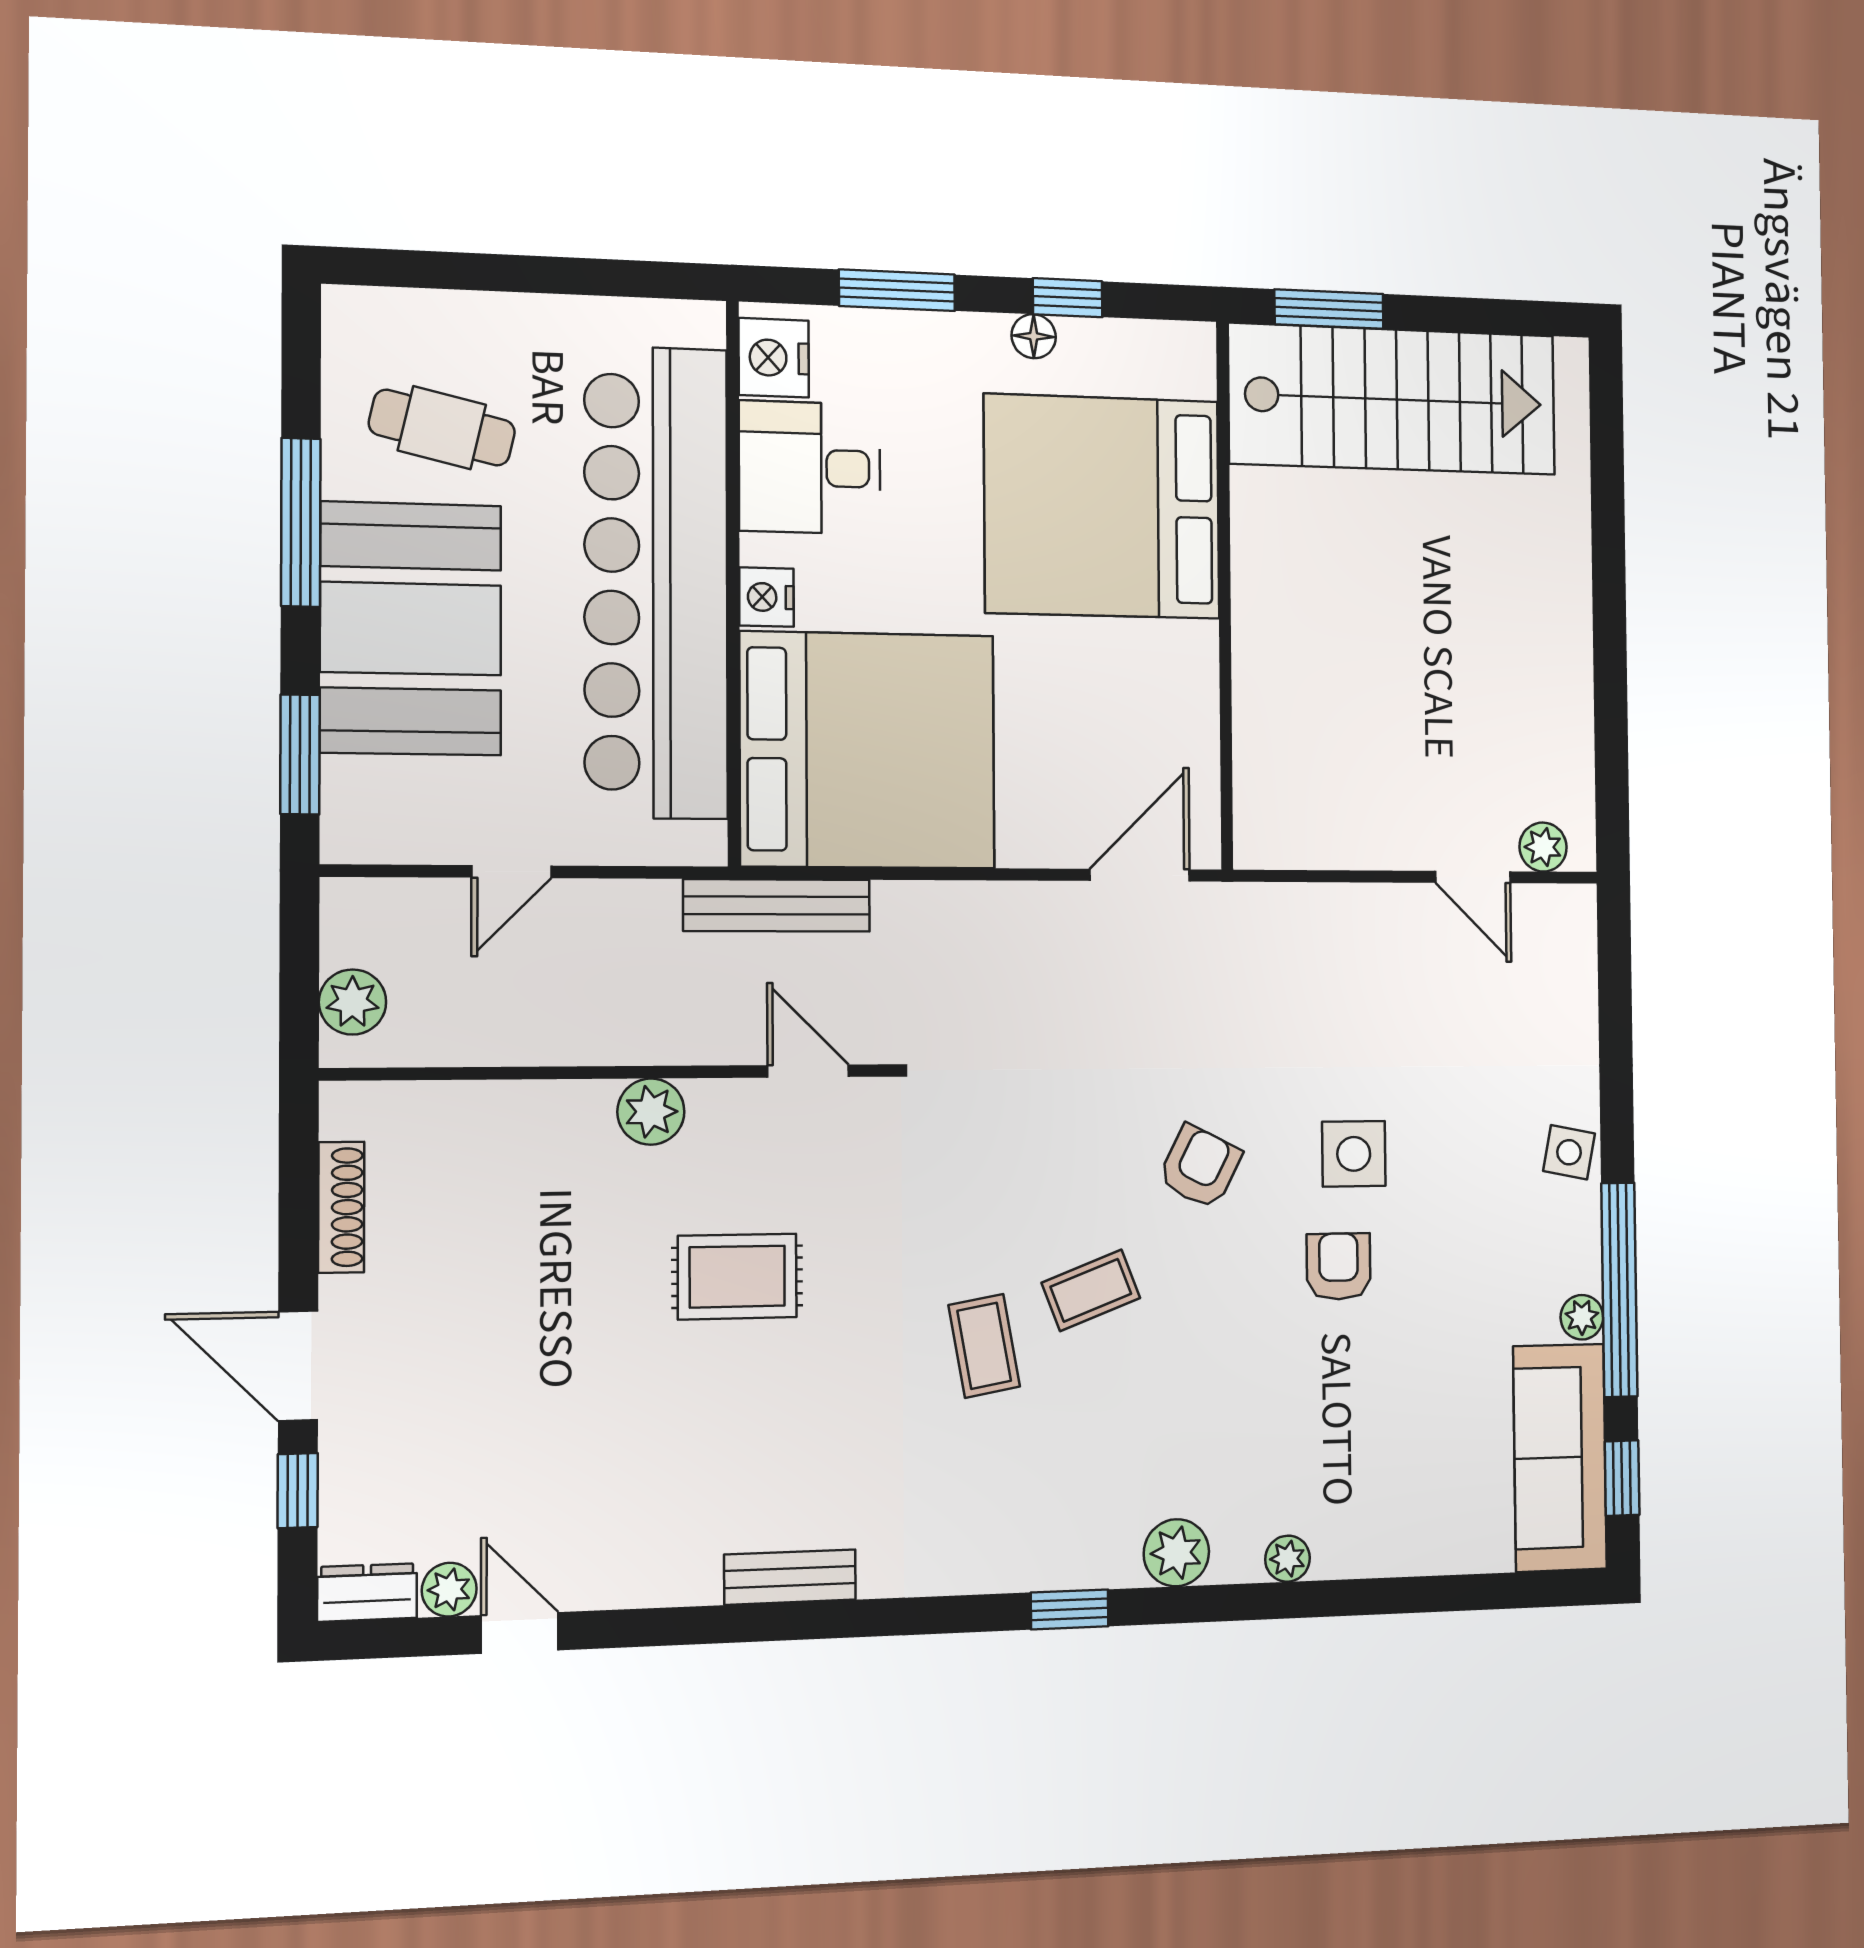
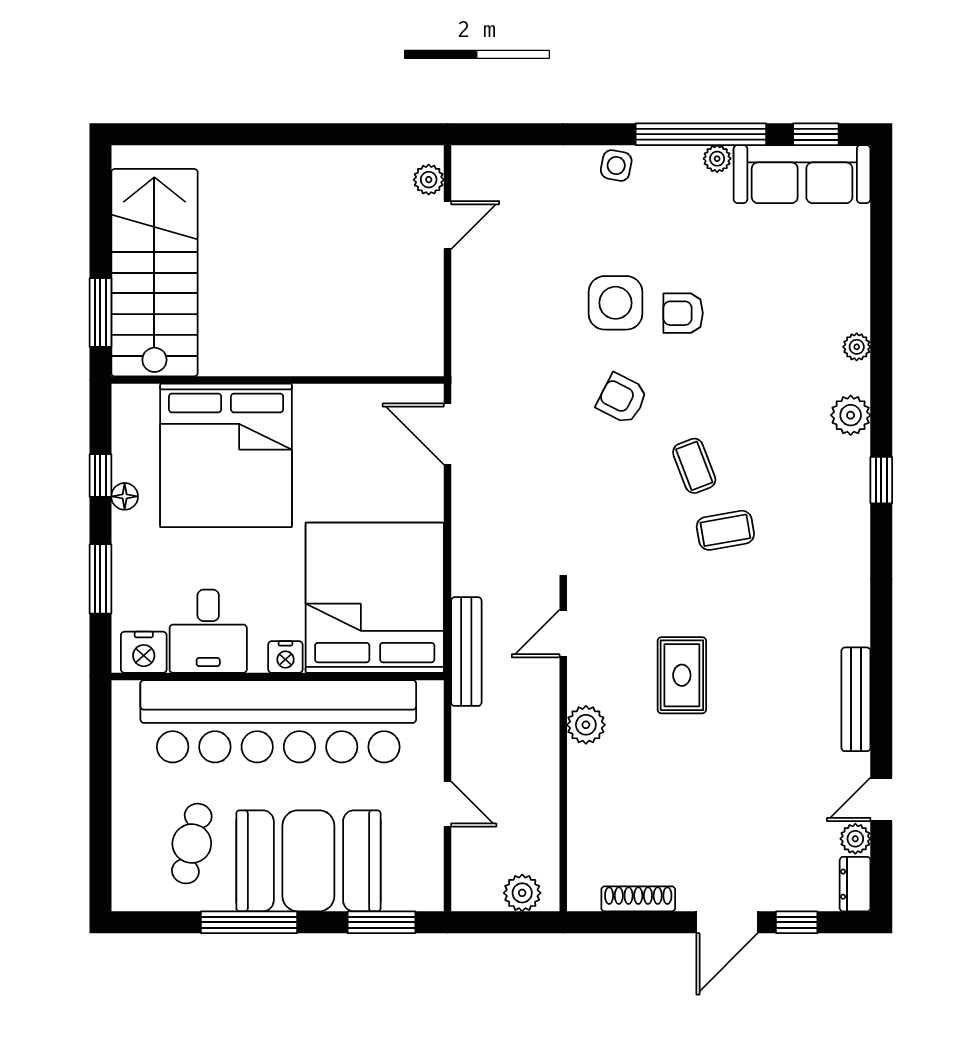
side table: (1354, 1154) -> (615, 303), width x1.37, depth x1.37
bench: (790, 1577) -> (856, 699), moved, width x1.36

